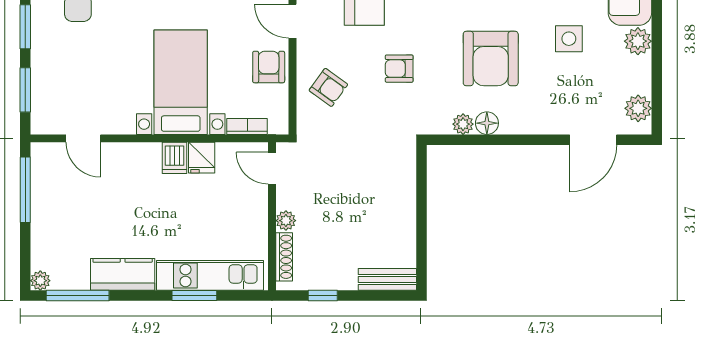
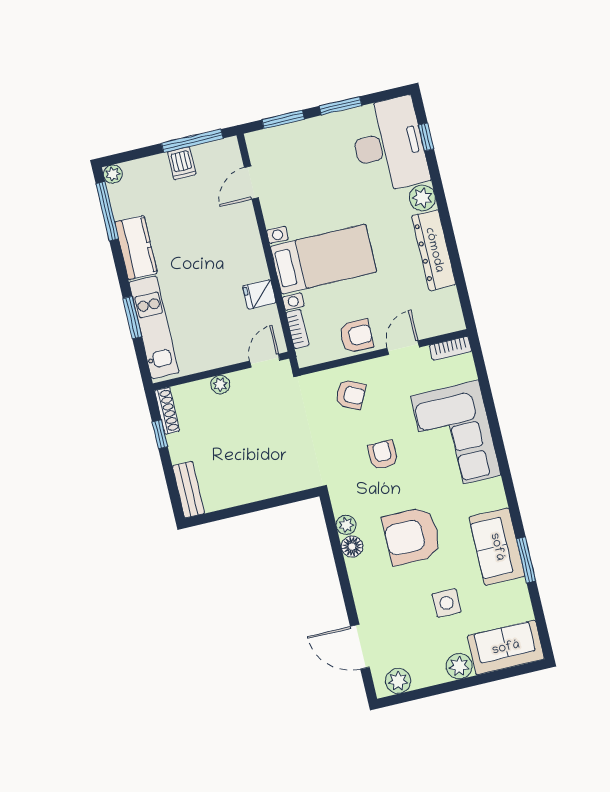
armchair: (328, 87) -> (351, 395), turned -100
dishwasher: (175, 158) -> (182, 163), moved, turned -90
shoe rack: (284, 257) -> (167, 411), moved, turned -90

